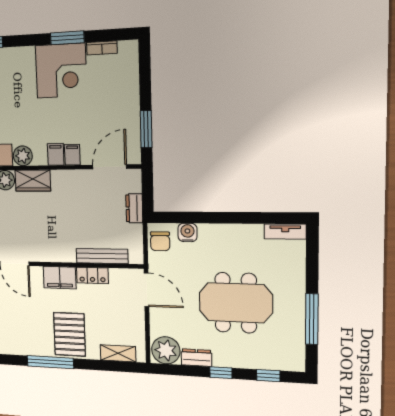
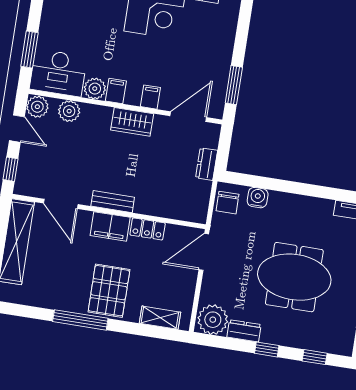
filing cabinet: (56, 154) -> (116, 91), moved
wardrobe: (33, 181) -> (132, 122), moved
bench: (102, 256) -> (113, 202), moved, width x0.73
door: (146, 290) -> (204, 252), swing flipped

